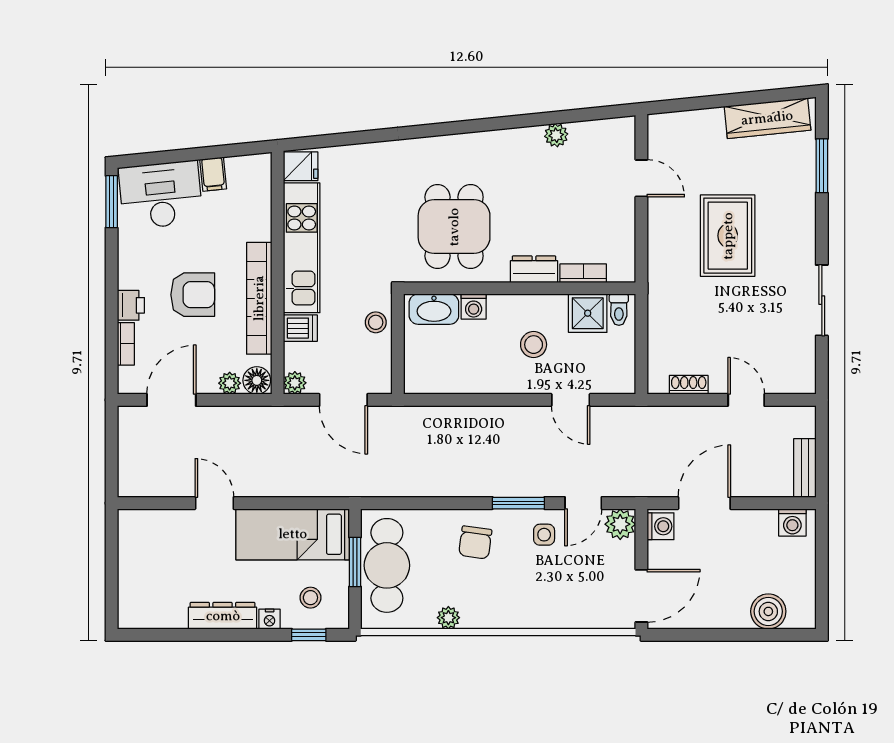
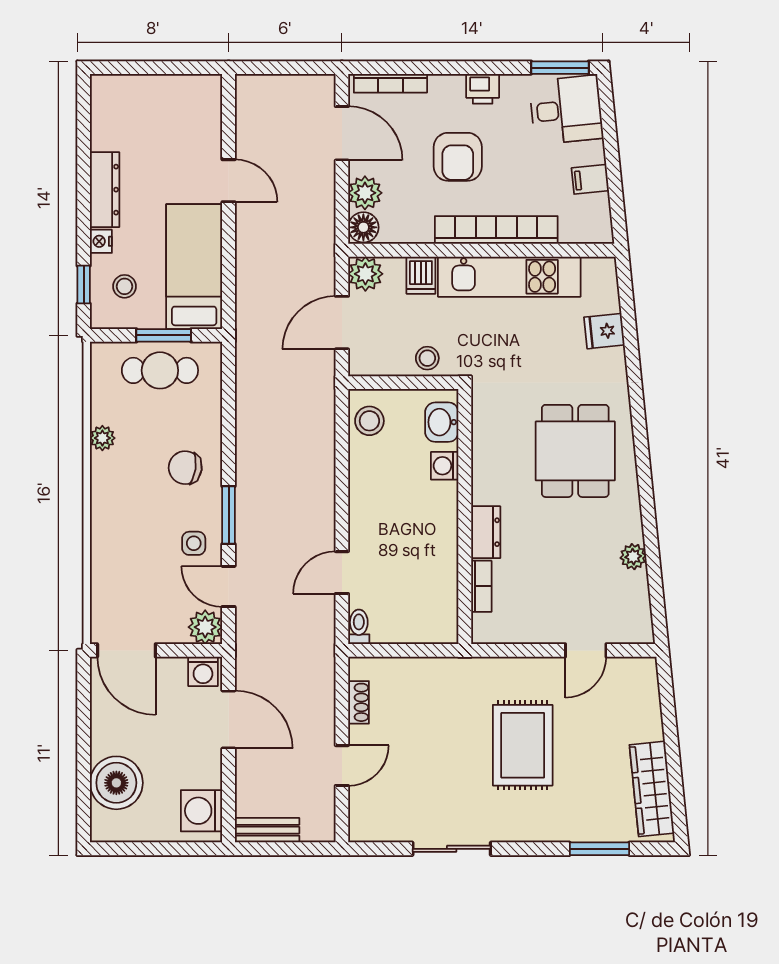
fridge: (301, 166) -> (604, 331), moved, turned 84
desk: (161, 195) -> (566, 110), width x0.73
dining table: (454, 227) -> (575, 451), moved, turned 90
rug: (728, 236) -> (523, 745), turned 90
bookcase: (259, 298) -> (496, 230), moved
printer: (131, 305) -> (483, 89), moved
washbasin: (434, 309) -> (442, 422), width x0.72
toilet: (619, 310) -> (359, 627), moved, turned 90
shower: (588, 313) -> (437, 591), removed
bookcase: (126, 344) -> (390, 83), width x1.56
stool: (534, 345) -> (369, 421), moved
plant: (230, 383) -> (365, 193), width x1.38, depth x1.38
plant: (295, 383) -> (365, 274), width x1.38, depth x1.38
door: (214, 503) -> (229, 181), hinge flipped
washing machine: (792, 522) -> (202, 811), width x1.38, depth x1.38
cafe table: (387, 565) -> (160, 370), width x0.73, depth x0.74
boiler: (768, 611) -> (116, 783), width x1.37, depth x1.37

